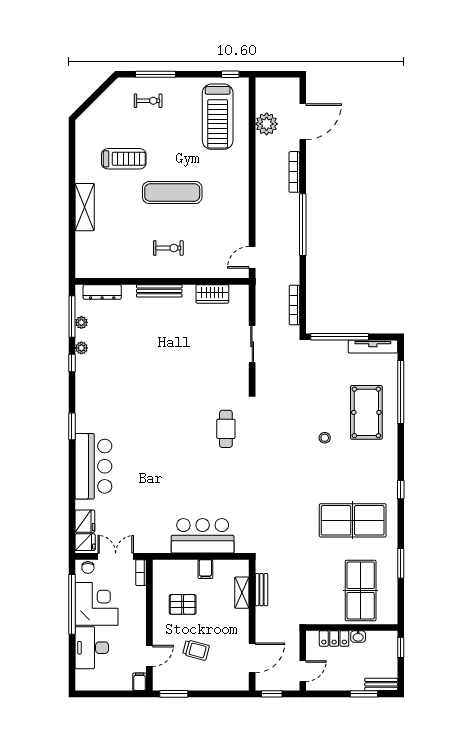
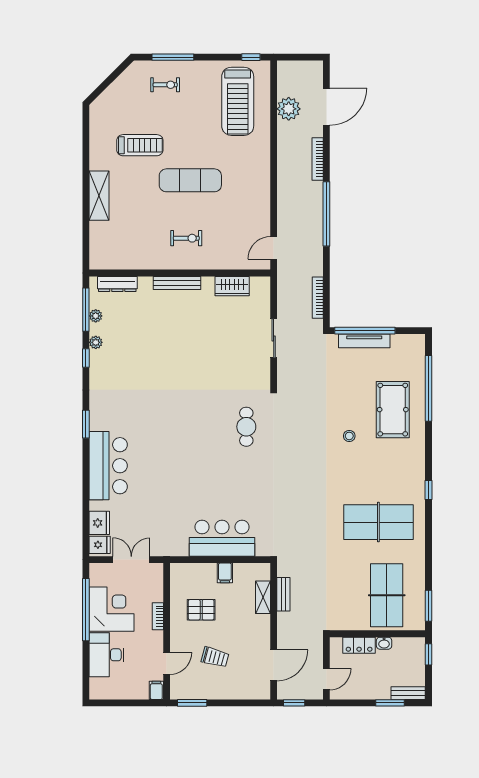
tv unit: (373, 347) -> (364, 341), moved
window: (401, 563) -> (428, 606), moved
chair: (88, 568) -> (102, 571), removed
bookcase: (141, 573) -> (158, 616), moved

